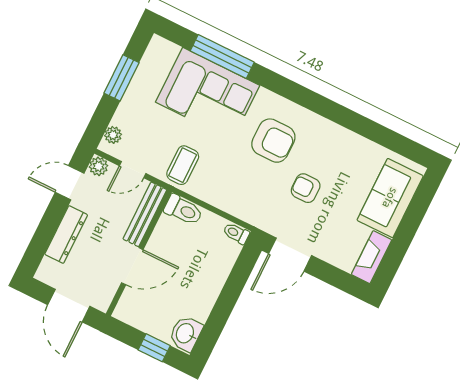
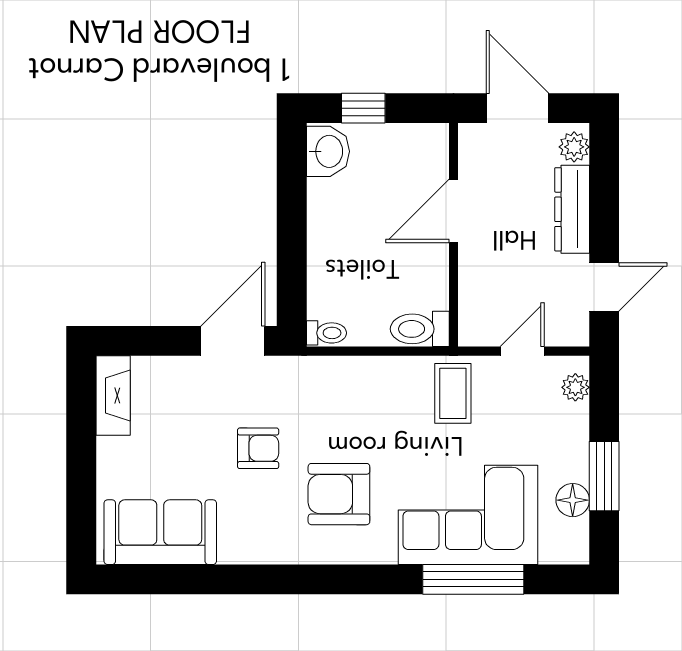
floor lamp: (145, 73) -> (573, 500), added
plant: (98, 166) -> (574, 147), moved
sofa: (390, 198) -> (160, 532), moved, turned -90
bench: (145, 214) -> (472, 295), removed

